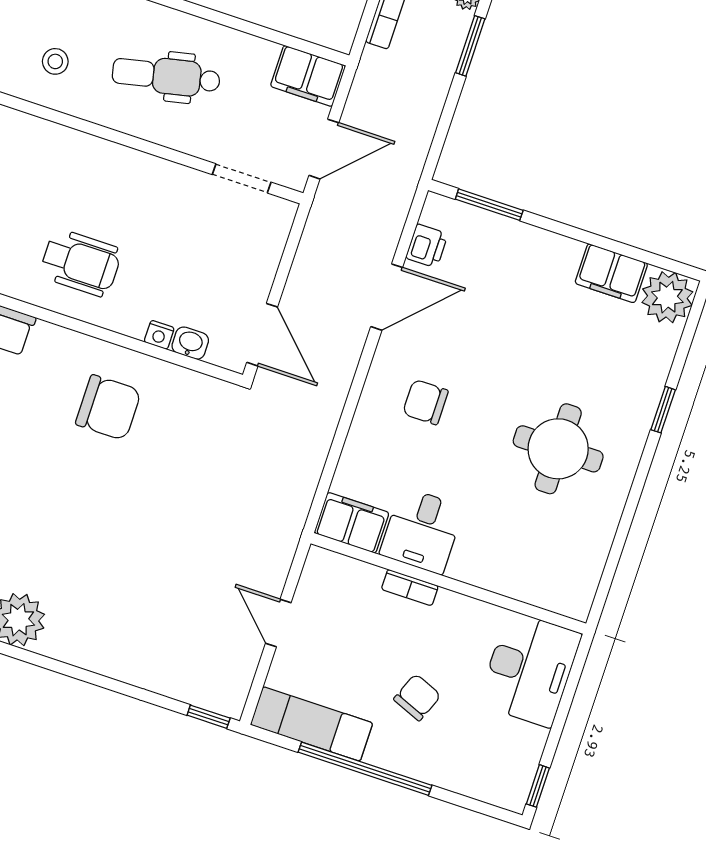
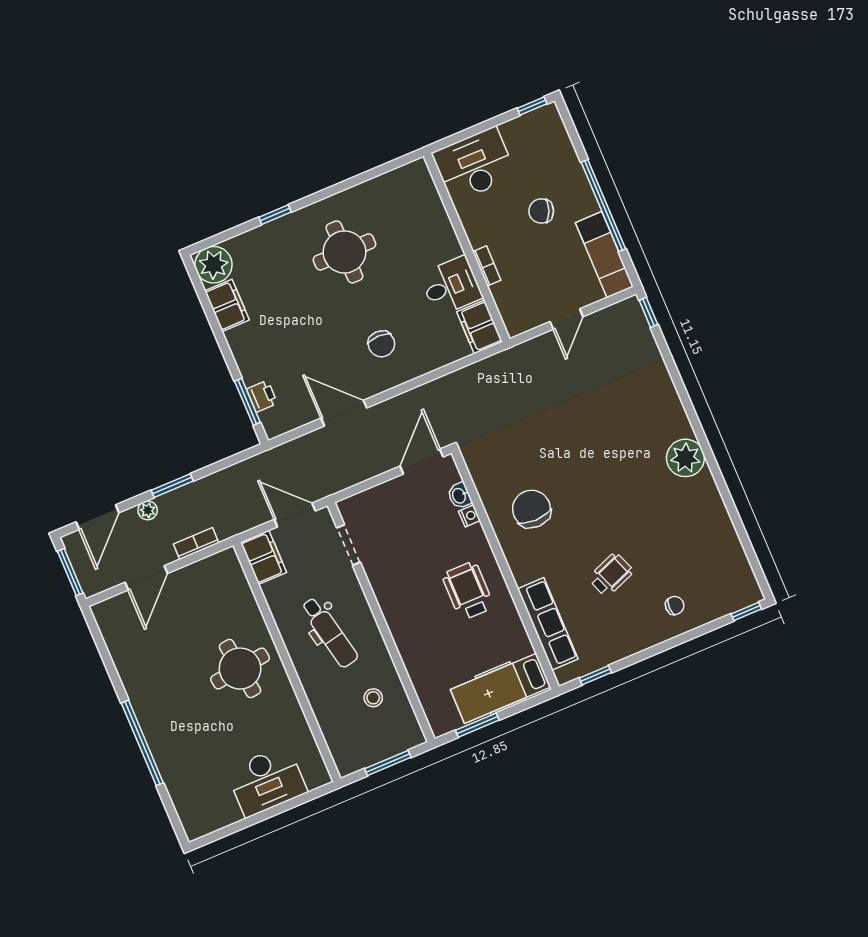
printer: (427, 246) -> (262, 396), moved, turned 90

